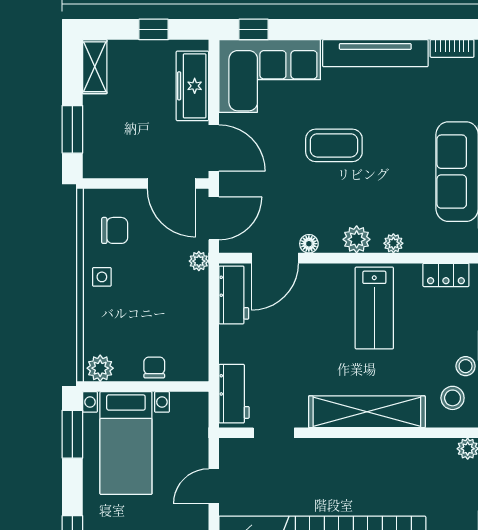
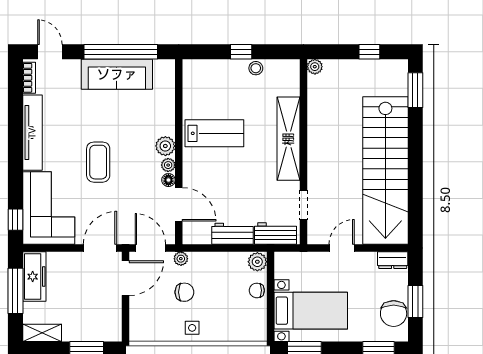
window: (154, 29) -> (15, 291), width x2.17
freezer: (192, 86) -> (34, 277), moved, turned -90
chair: (115, 230) -> (184, 292), moved, turned 90
plant: (393, 243) -> (168, 165), moved
locker: (446, 275) -> (191, 82), removed
workbench: (234, 295) -> (232, 234), moved
plant: (100, 368) -> (257, 262), moved
stool: (453, 398) -> (279, 77), removed
door: (214, 486) -> (342, 248), swing flipped

